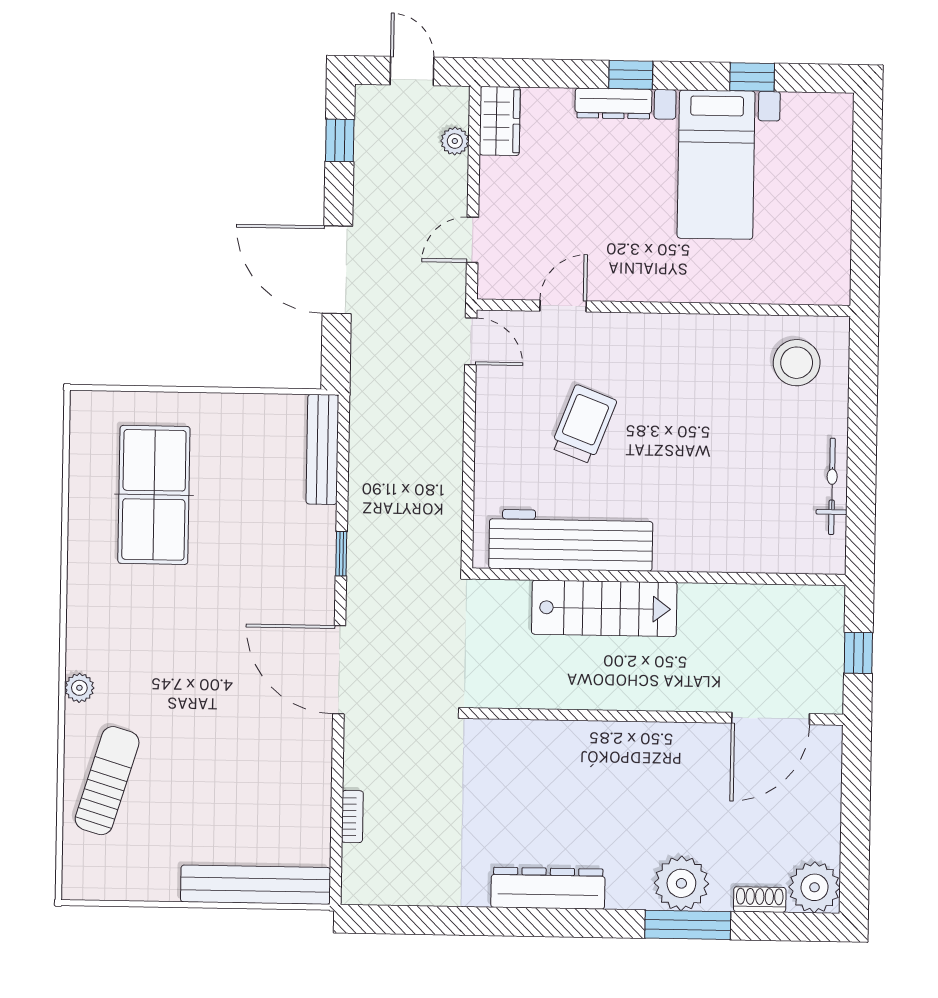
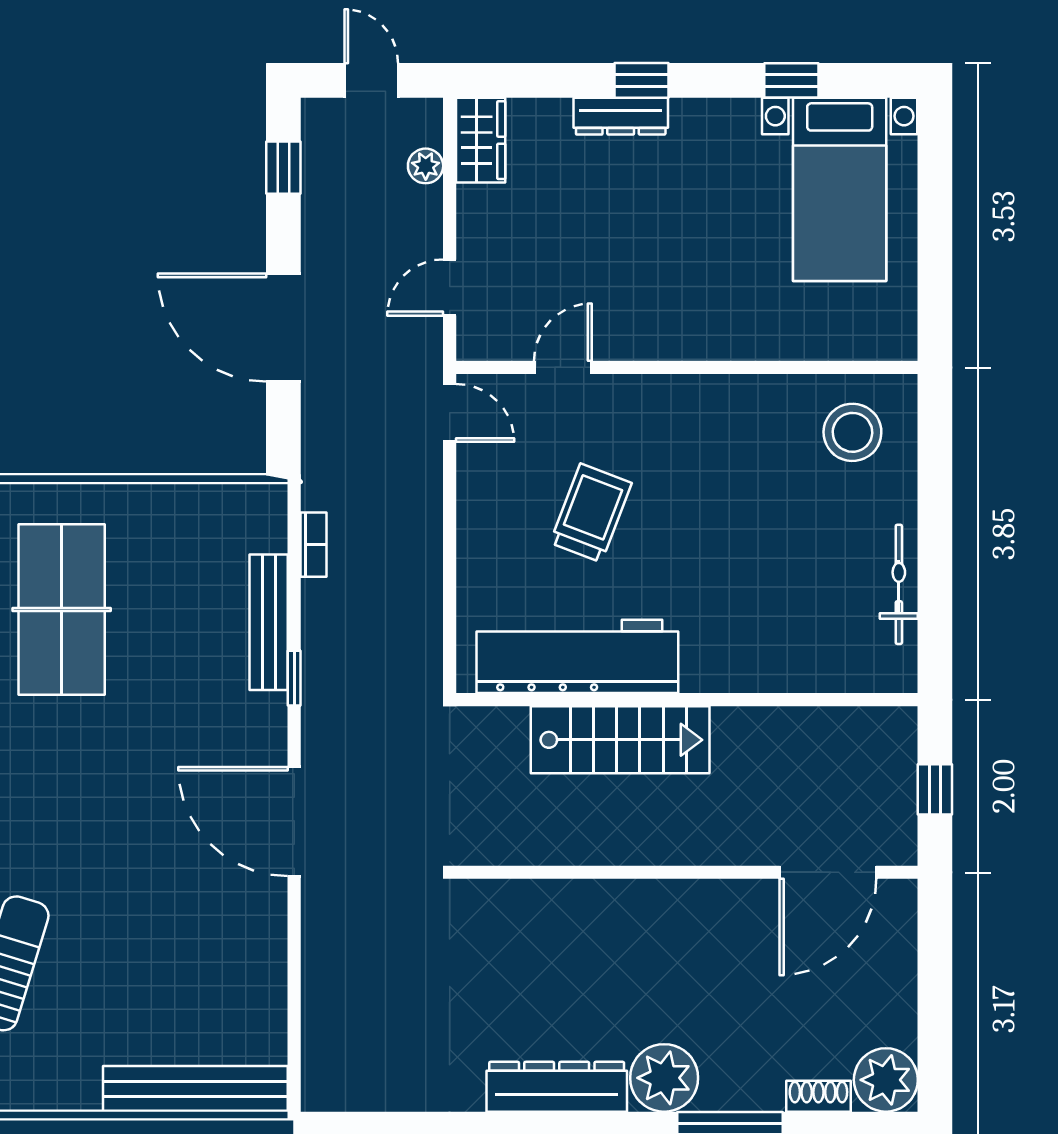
bed with nightstands: (716, 165) -> (840, 189), moved
bench: (322, 449) -> (269, 622), moved
bookcase: (352, 817) -> (314, 545), moved
plant: (681, 883) -> (664, 1078), moved

